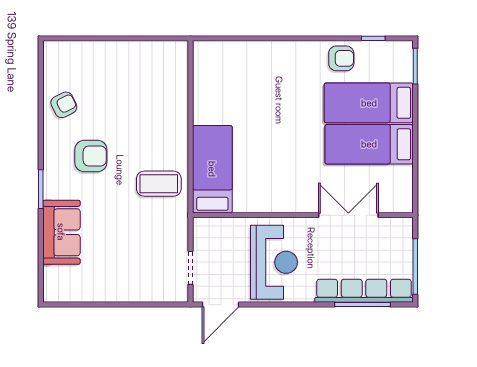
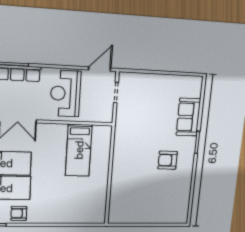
armchair: (64, 105) -> (180, 189), removed
bed: (212, 169) -> (79, 150), moved
coffee table: (159, 184) -> (131, 143), removed

